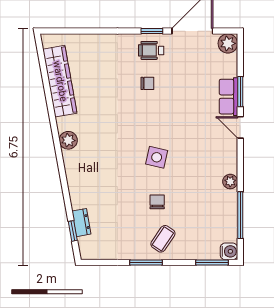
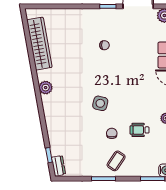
wheelchair: (151, 50) -> (140, 130), moved
side table: (157, 157) -> (100, 103), moved
dresser: (81, 223) -> (58, 166), moved

